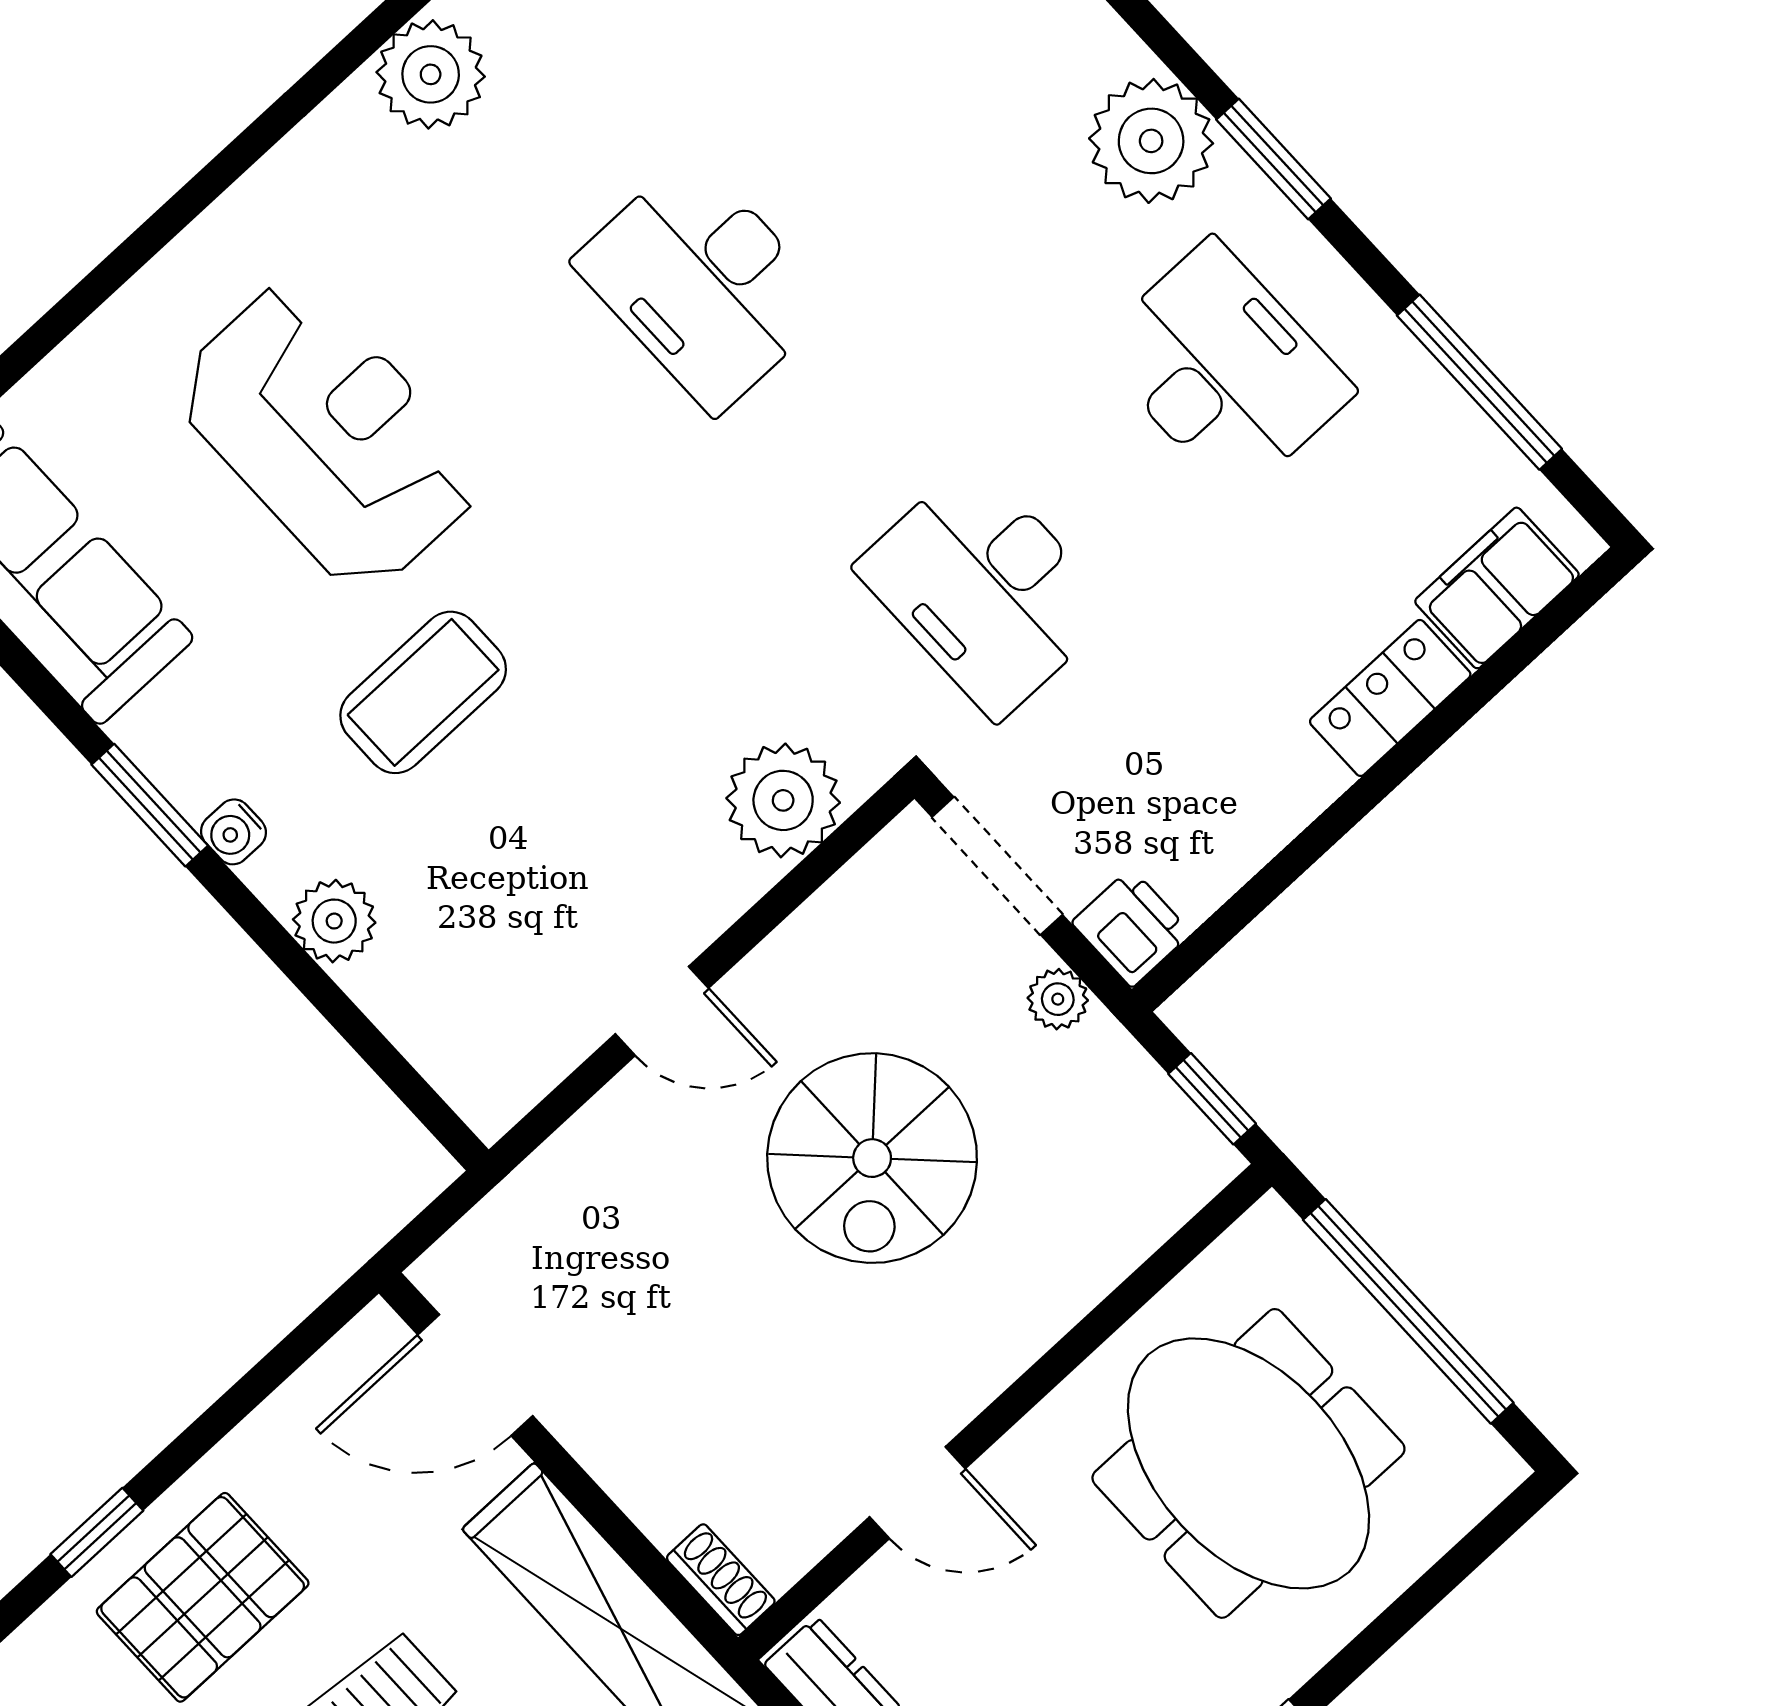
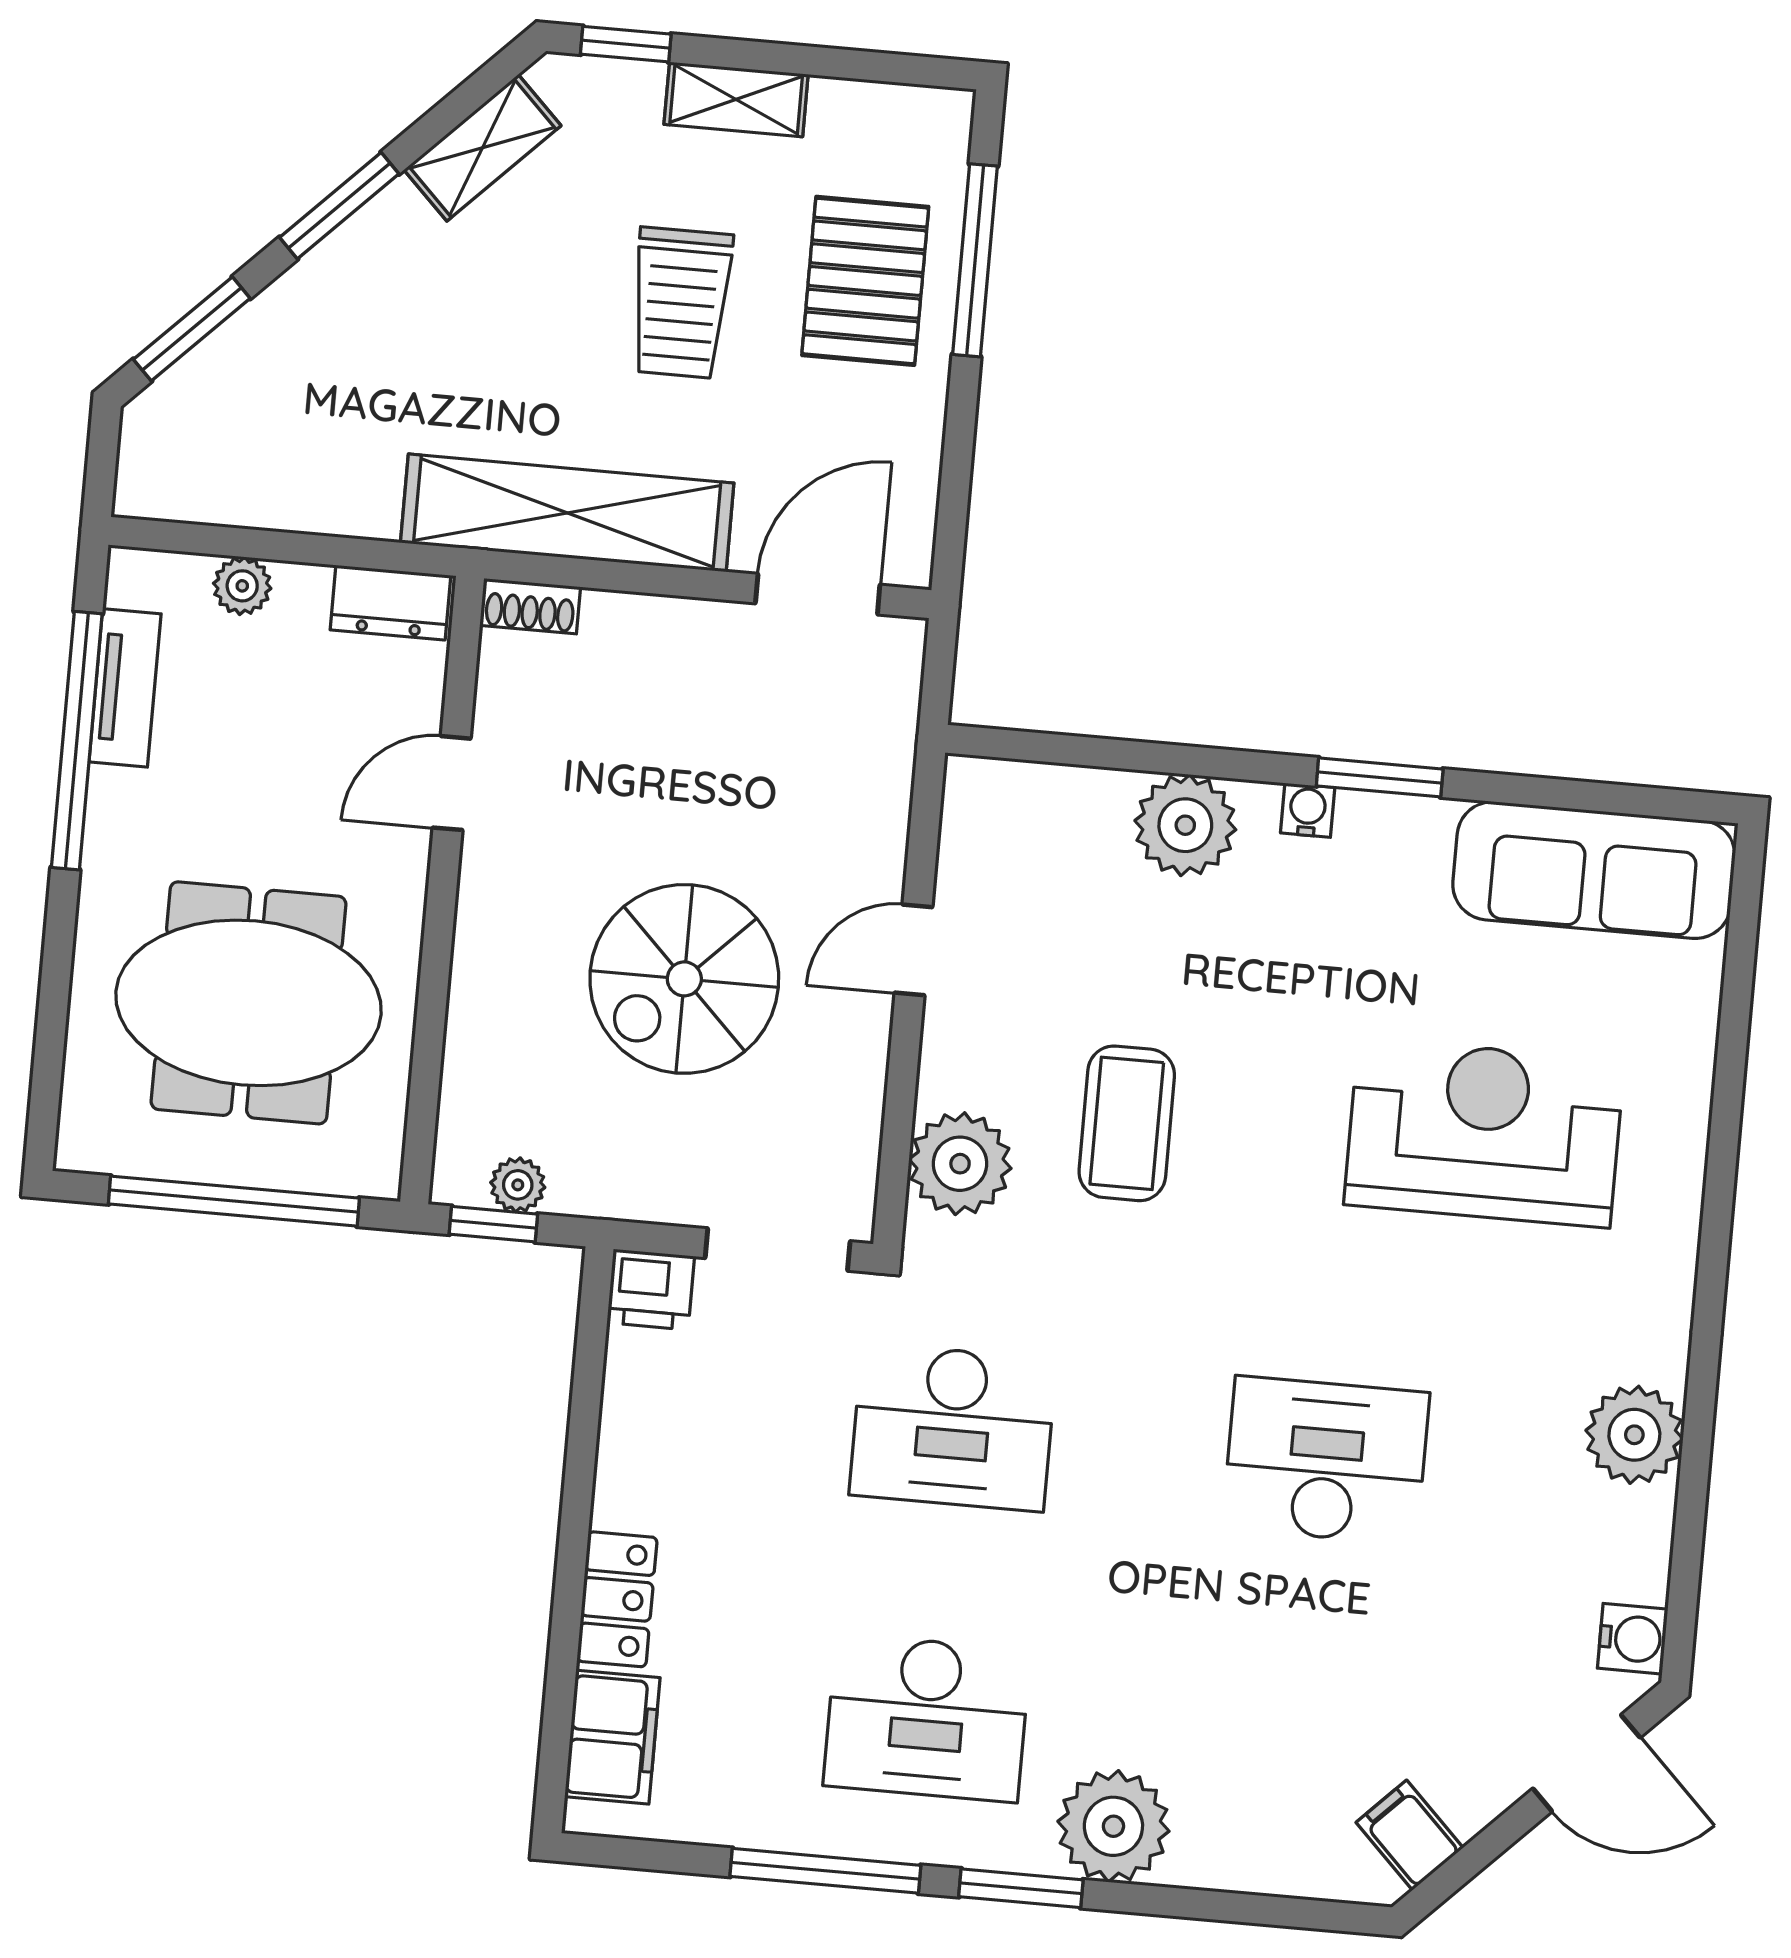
window: (1479, 382) -> (825, 1871), moved
reception desk: (329, 435) -> (1484, 1133), turned 180
desk: (985, 589) -> (953, 1427), turned 180
coffee table: (423, 692) -> (1127, 1123), moved
plant: (334, 921) -> (1185, 825), width x1.36, depth x1.36
plant: (1058, 999) -> (518, 1185), moved
spiral stairs: (872, 1158) -> (684, 979), turned -90
window: (97, 1532) -> (975, 260), width x2.17

